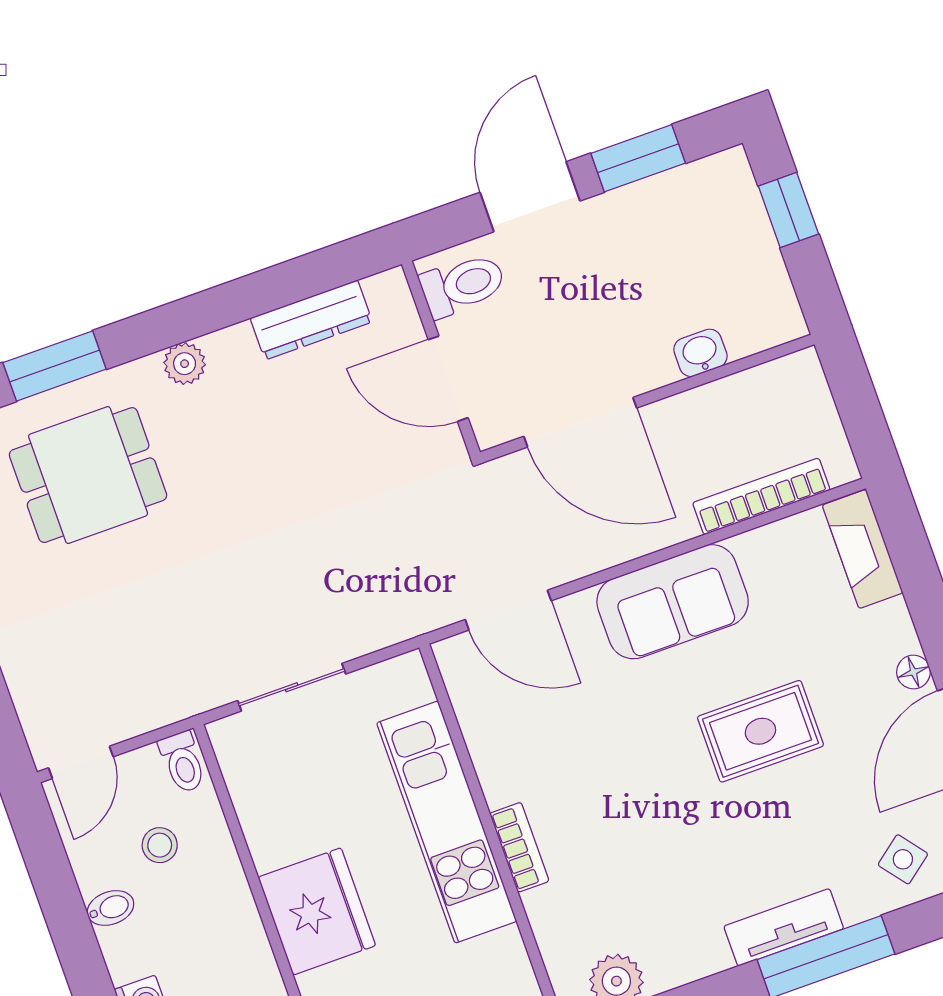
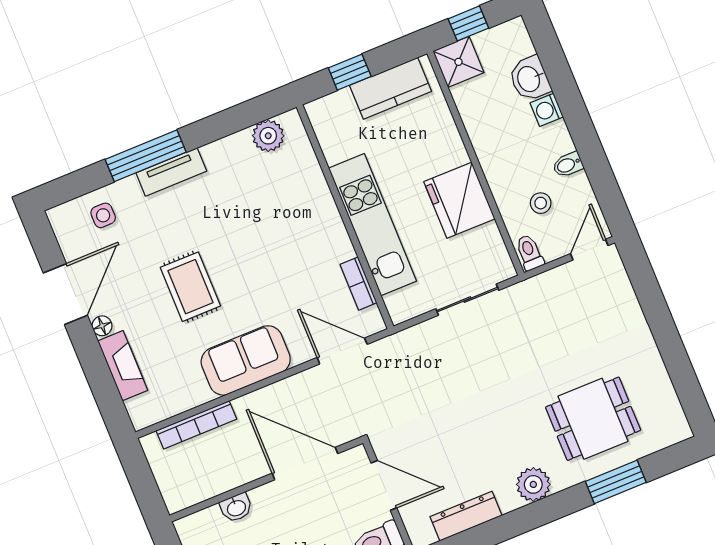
plant: (185, 364) -> (533, 484), width x1.38, depth x1.38
fireplace: (863, 549) -> (123, 366), moved
rug: (760, 731) -> (190, 287), turned 90
bookcase: (519, 847) -> (358, 284), moved
side table: (903, 859) -> (103, 215), turned 38
fridge: (317, 911) -> (459, 200), moved

